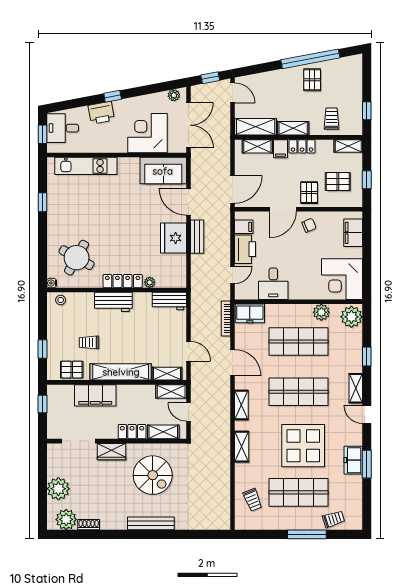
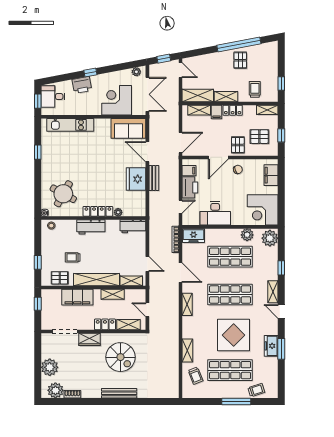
desk: (273, 284) -> (215, 213), width x1.37
shelving: (171, 391) -> (113, 294), moved
shelving: (242, 447) -> (187, 350), moved

